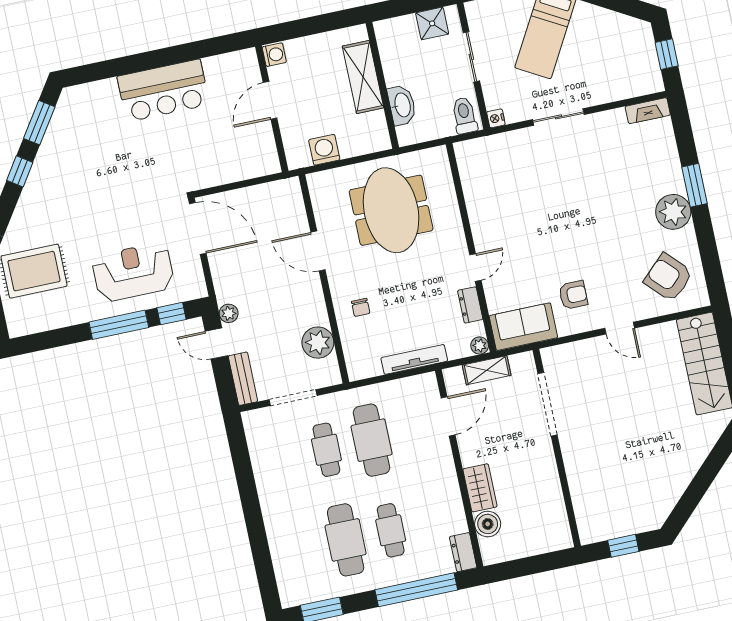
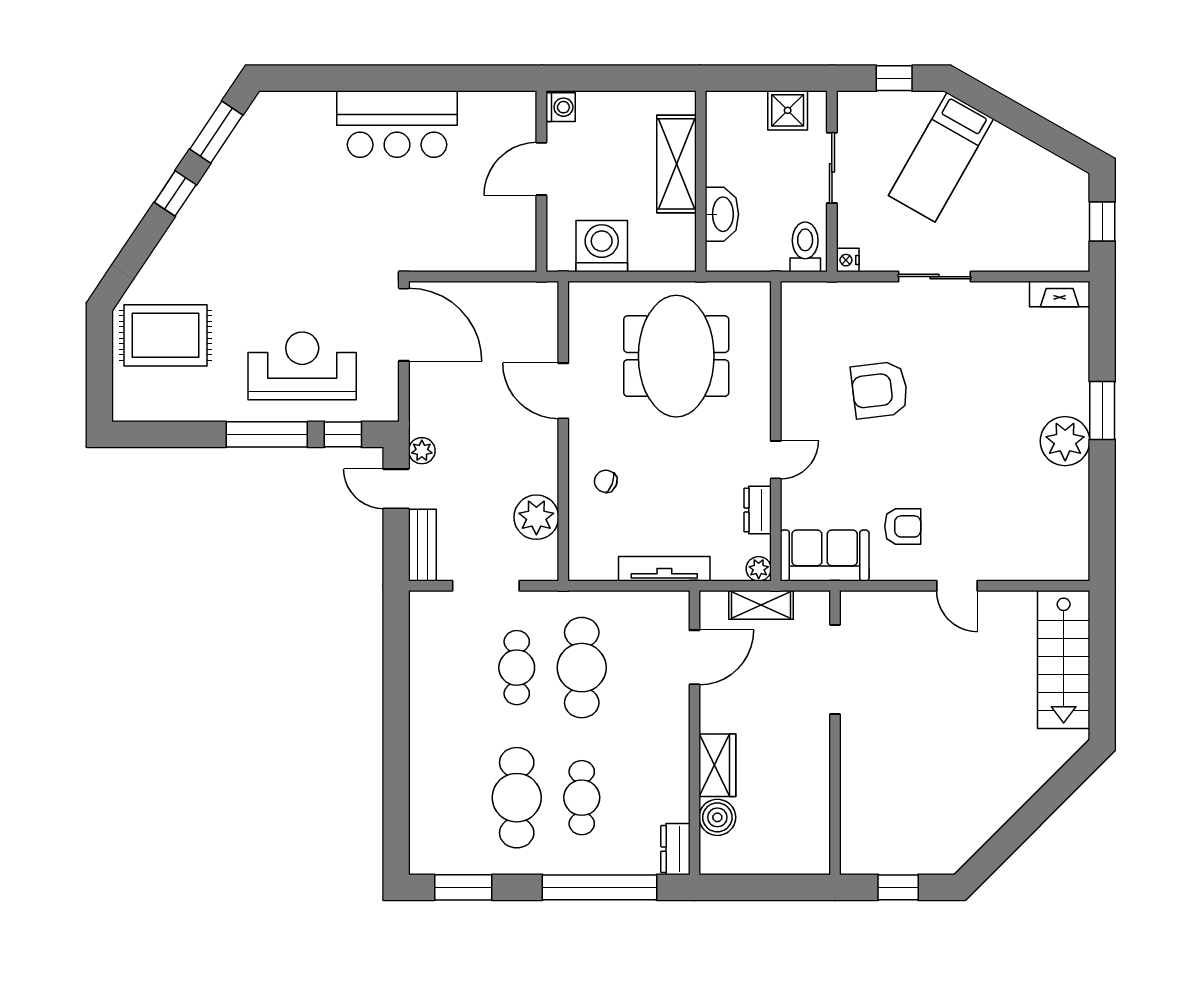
washing machine: (324, 150) -> (602, 246), width x1.37, depth x1.37
armchair: (668, 277) -> (880, 390), moved, turned -53
chair: (361, 307) -> (606, 481), turned 111

